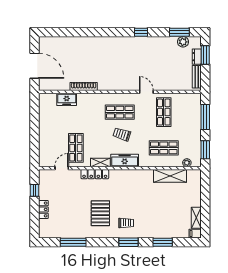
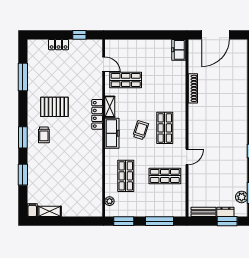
freezer: (67, 99) -> (179, 50), moved
locker: (95, 174) -> (97, 114), moved
shelving: (170, 176) -> (95, 183), removed

